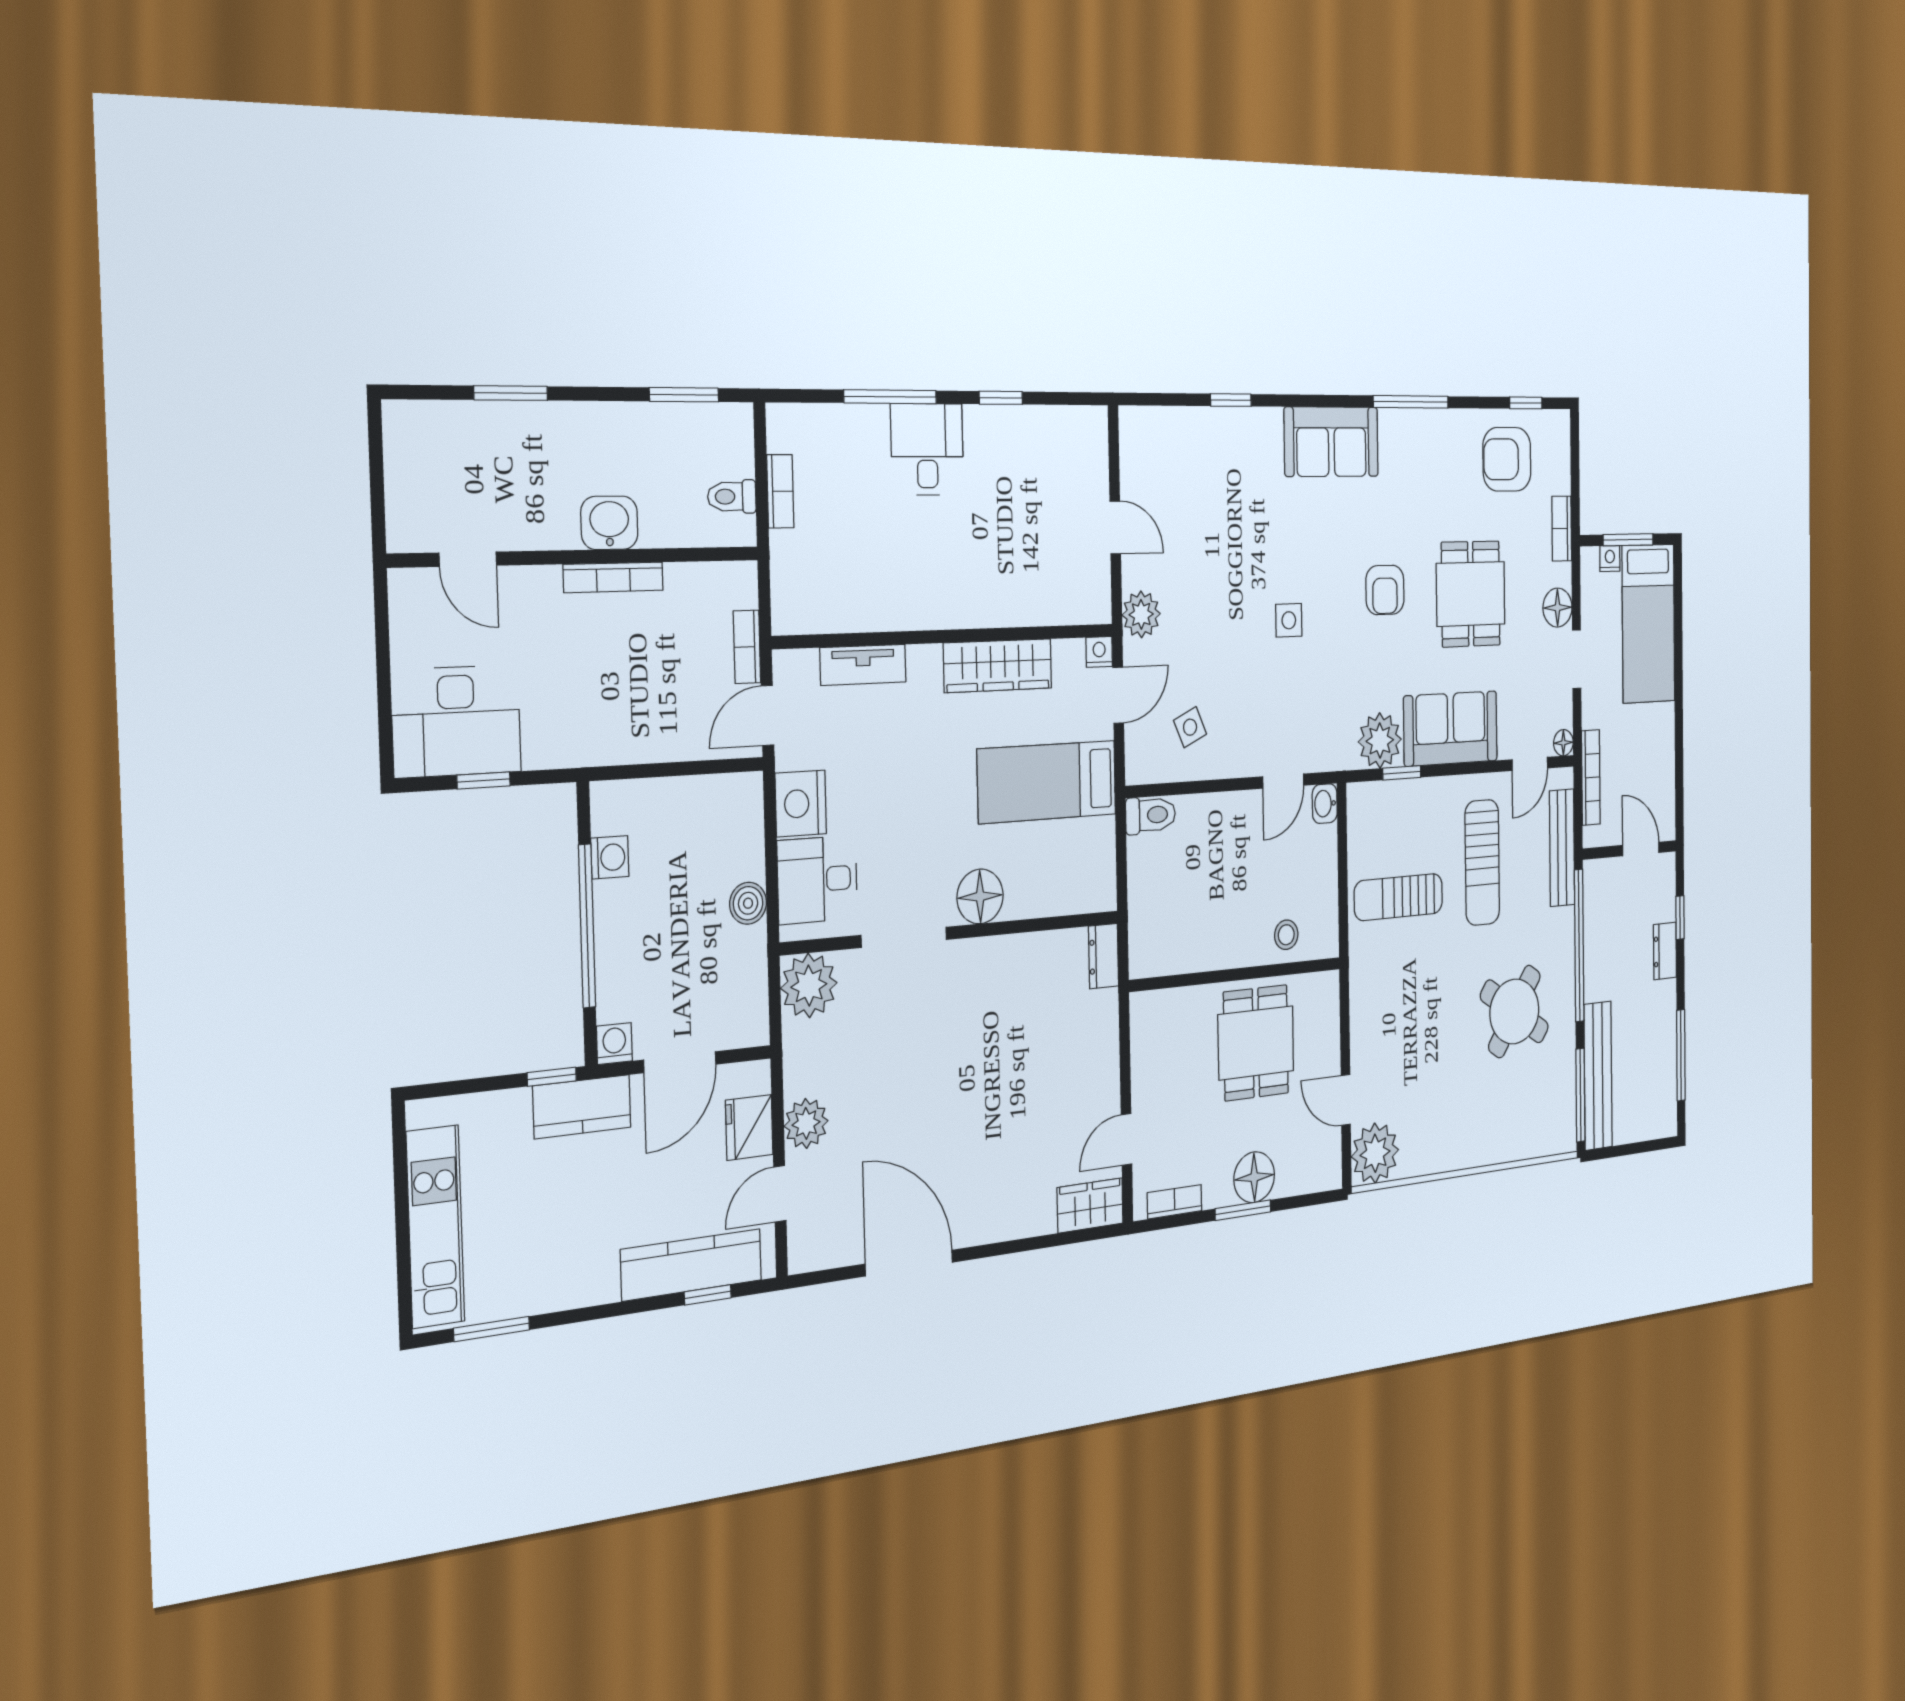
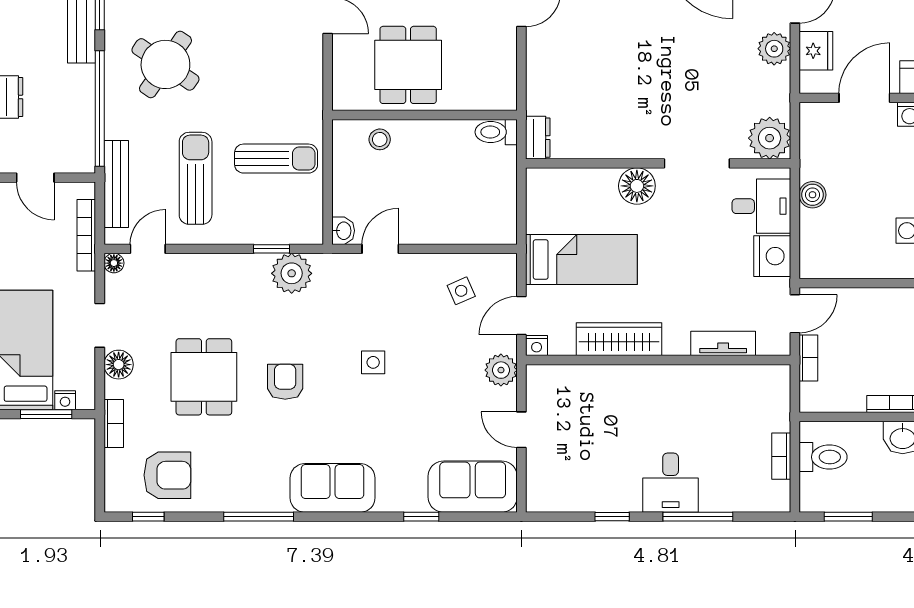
toilet: (732, 497) -> (823, 457), width x1.37, depth x1.39
sofa: (1451, 728) -> (473, 487), moved, turned 180
toilet: (1151, 815) -> (496, 132), moved

